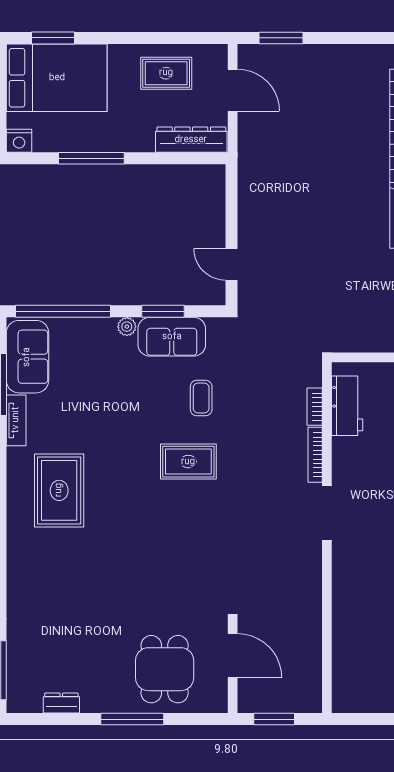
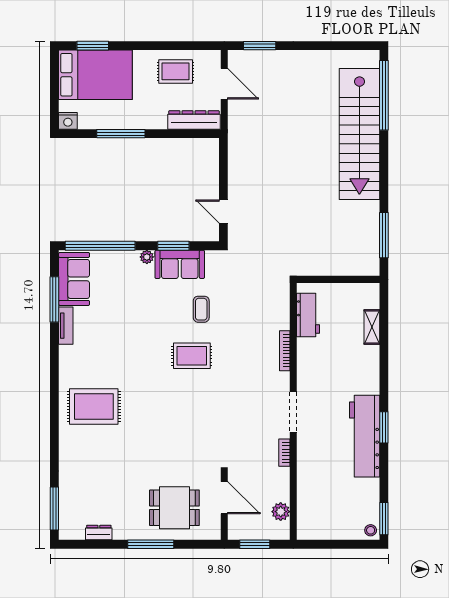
bookcase: (315, 407) -> (284, 453), moved
rug: (59, 490) -> (94, 407), moved, turned 90
doorway: (327, 513) -> (293, 412), moved
dining table: (165, 669) -> (174, 508), turned 90
plant: (310, 674) -> (281, 512), added

